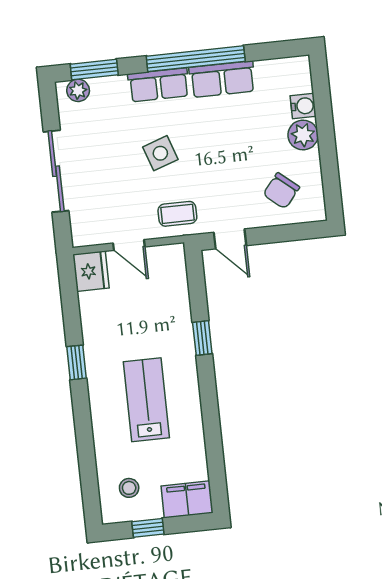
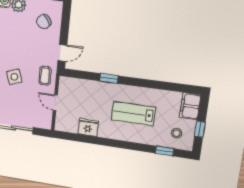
chair: (281, 191) -> (44, 22), turned 103
door: (129, 245) -> (55, 103), swing flipped
fridge: (91, 271) -> (88, 127), moved
window: (76, 362) -> (164, 151), moved

